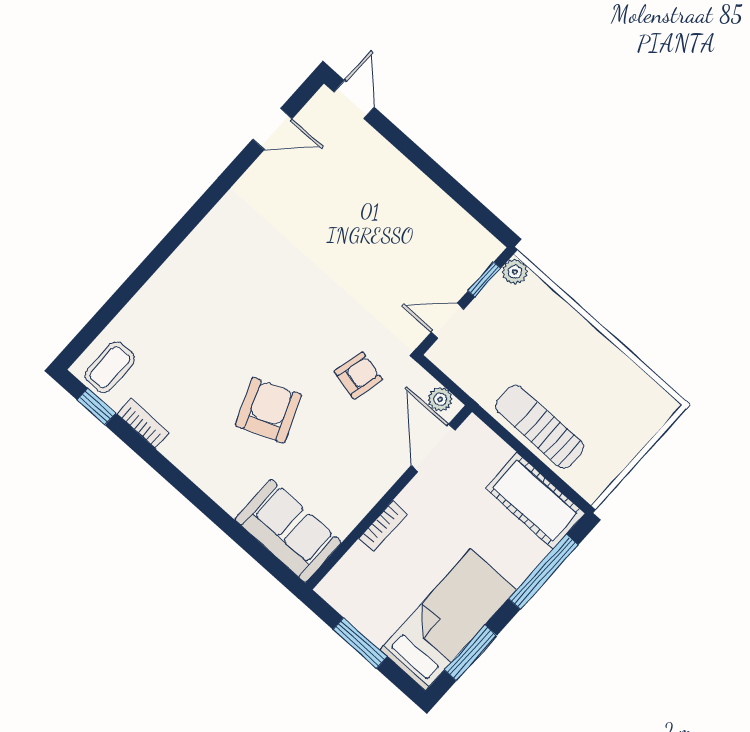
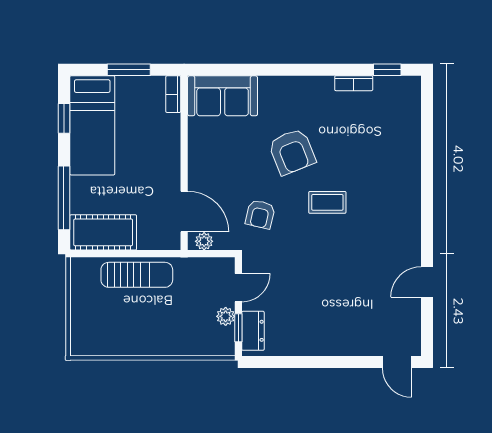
door: (272, 129) -> (427, 282), moved
dresser: (472, 263) -> (253, 331), added
plant: (515, 272) -> (226, 316), moved
coffee table: (110, 367) -> (327, 202), moved, turned 90
bookcase: (383, 526) -> (173, 94), moved
window: (471, 653) -> (64, 118), width x0.67

